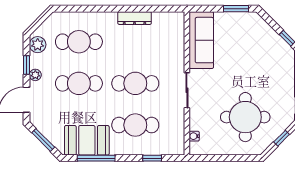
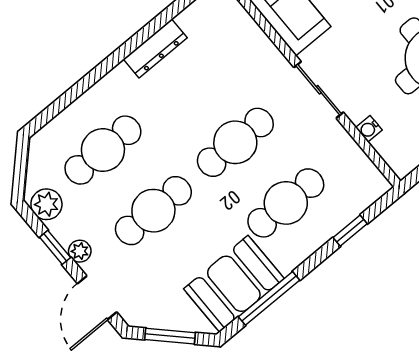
water cooler: (194, 136) -> (369, 129), moved

